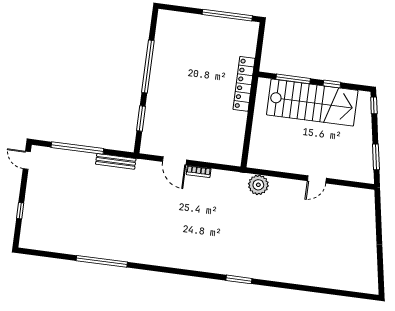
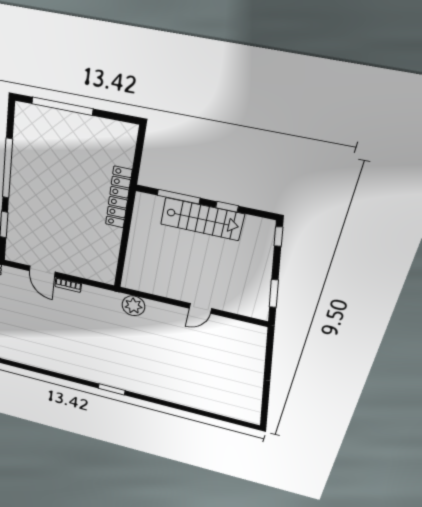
window: (227, 15) -> (62, 106), moved
stairs: (312, 103) -> (202, 219), width x0.73, depth x0.66

